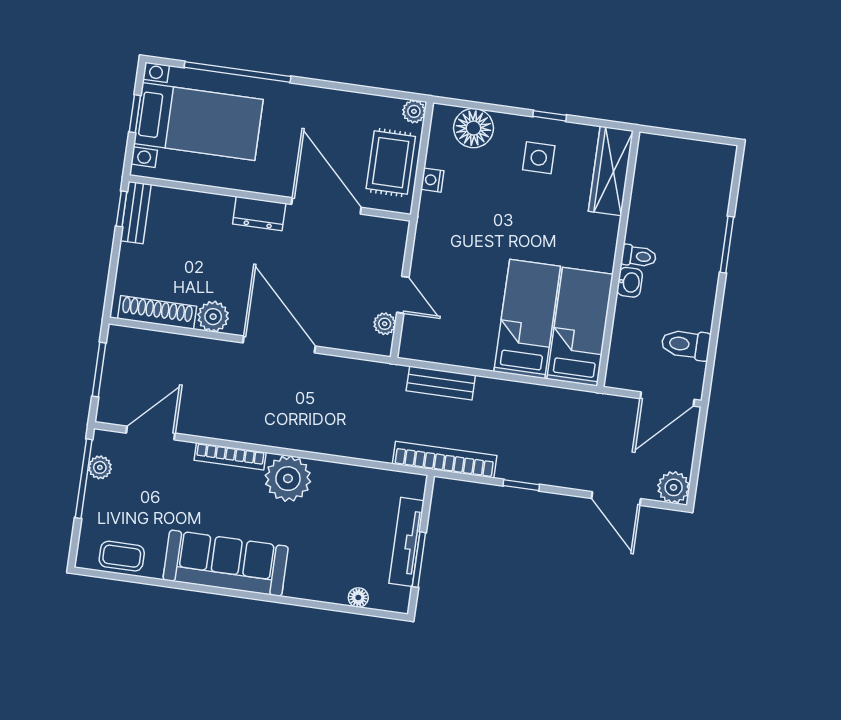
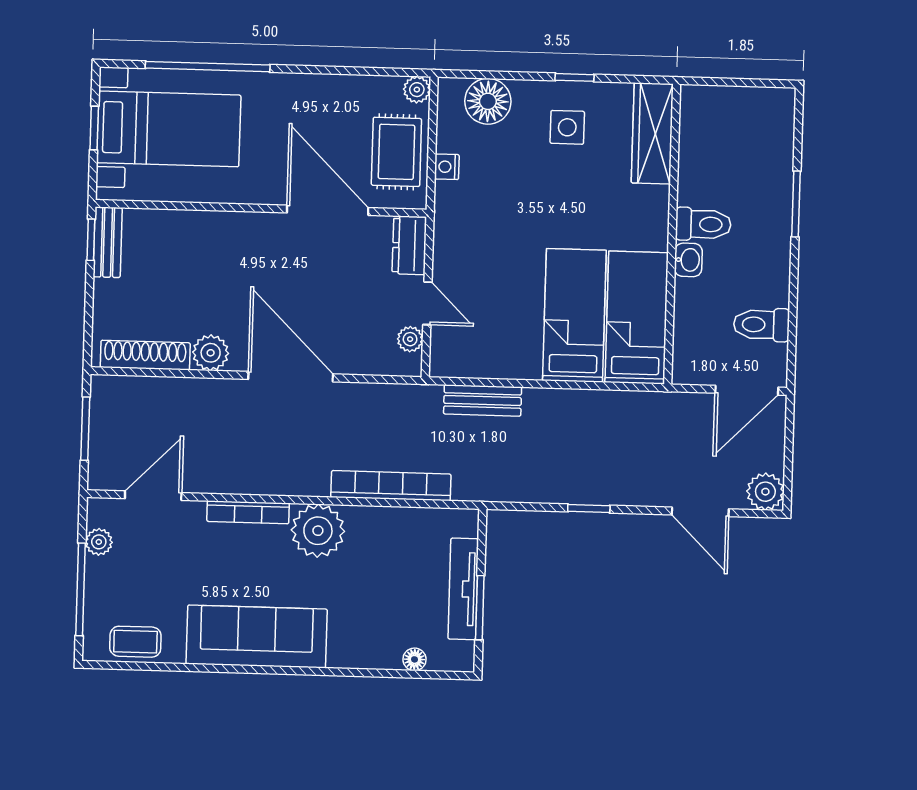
dresser: (259, 214) -> (409, 245), moved, turned 90
toilet: (639, 256) -> (703, 224), width x1.37, depth x1.39
bookcase: (445, 460) -> (391, 486), moved
window: (84, 479) -> (80, 589), moved

